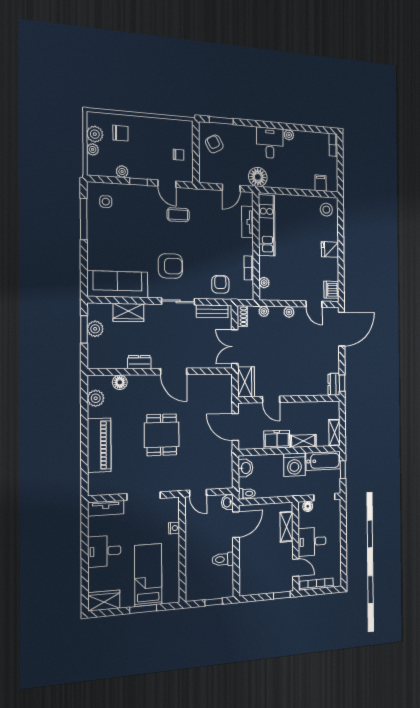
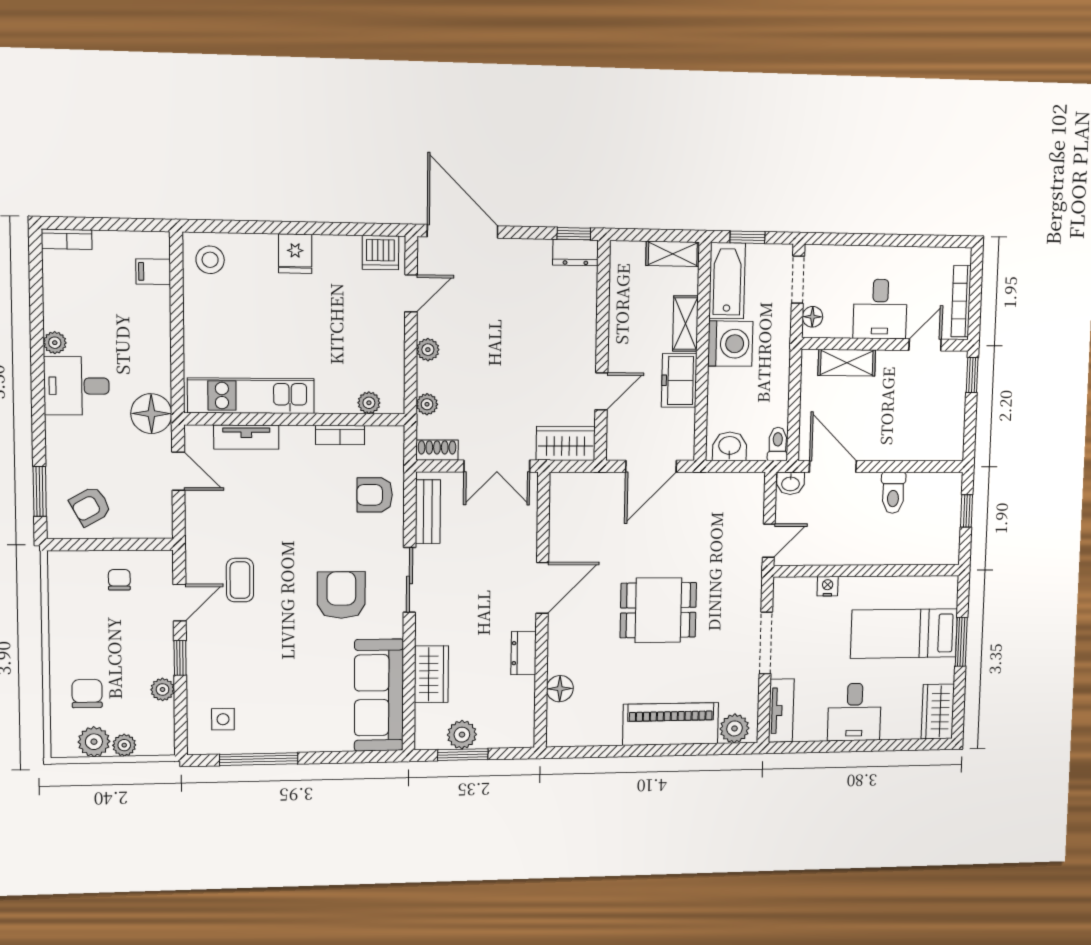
plant: (96, 398) -> (735, 728), moved

